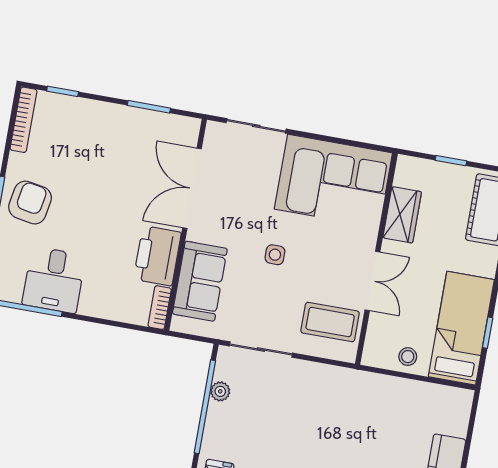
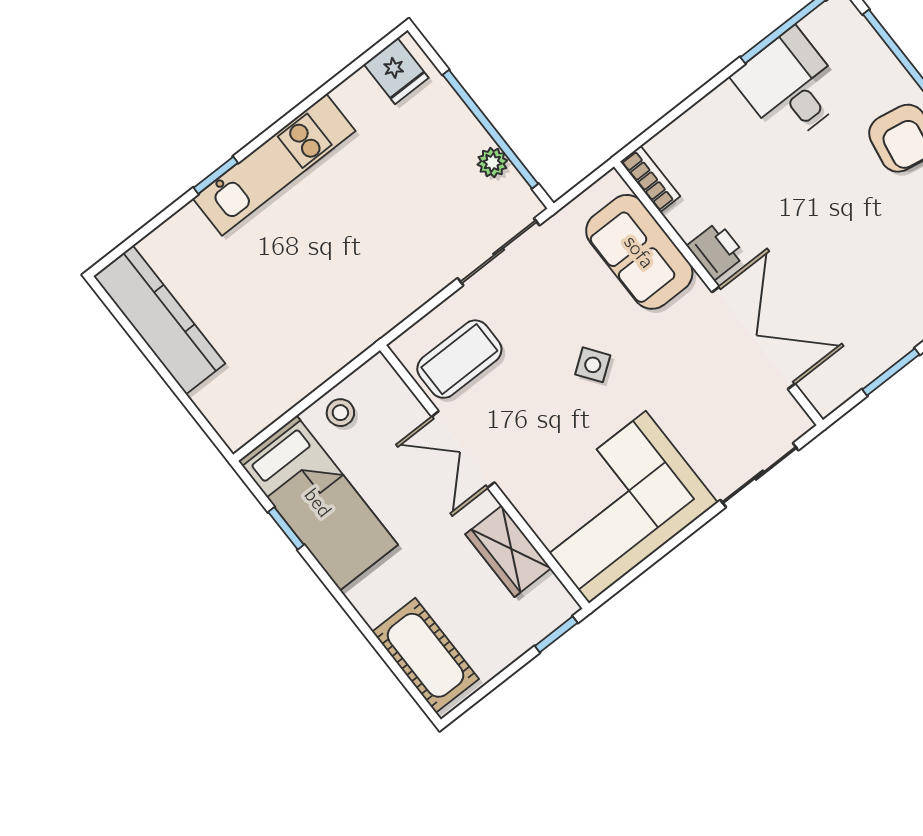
window: (451, 161) -> (556, 634), moved
side table: (275, 255) -> (593, 365), turned -36
printer: (157, 256) -> (716, 251), width x0.53, depth x0.68

